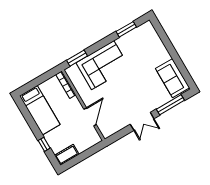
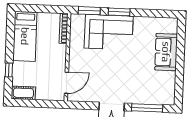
window: (126, 29) -> (119, 12), moved
sofa: (173, 78) -> (166, 52), moved
door: (90, 117) -> (66, 83), moved

